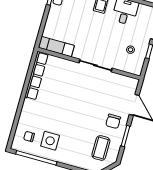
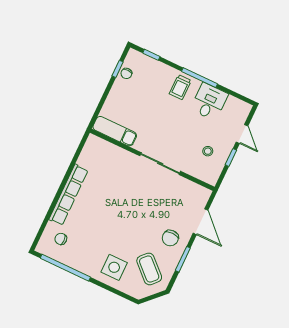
row of seats: (36, 76) -> (68, 195), moved
side table: (50, 141) -> (114, 267), moved
coffee table: (101, 148) -> (149, 269), turned -47

